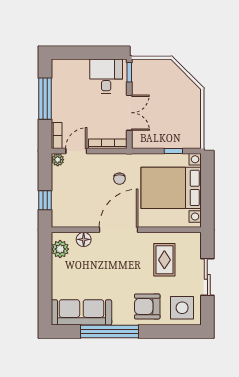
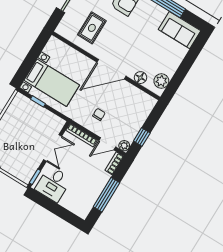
double door: (129, 113) -> (53, 148), swing flipped
chair: (119, 179) -> (99, 114), moved
bed with nightstands: (171, 188) -> (52, 83), width x0.73
window: (45, 200) -> (142, 137), moved
sofa: (81, 312) -> (180, 30), width x0.73

